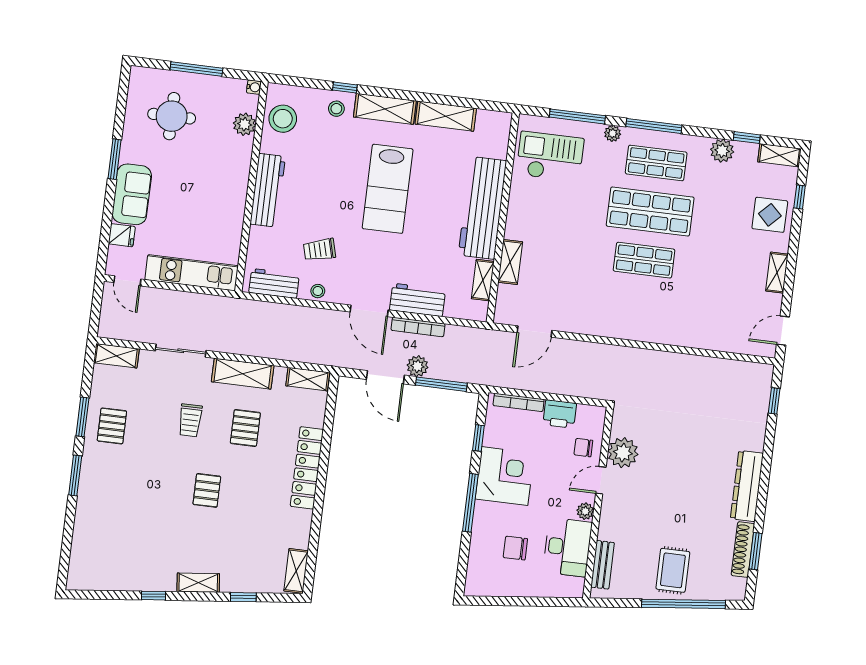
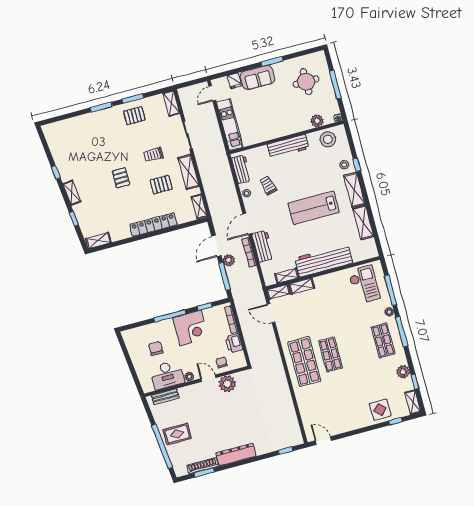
shop shelf: (650, 212) -> (304, 362), moved
shelving: (777, 273) -> (278, 292), moved
pallet: (207, 490) -> (121, 178), turned 90

